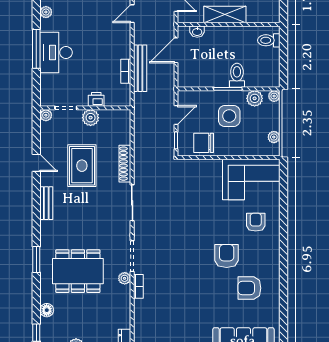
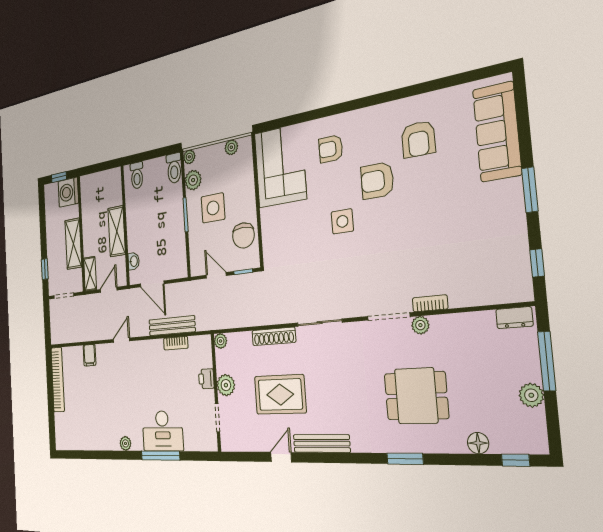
door: (132, 14) -> (122, 340), swing flipped
toilet: (237, 75) -> (174, 168), moved, turned -90
plant: (46, 115) -> (221, 341), moved
bench: (46, 203) -> (321, 444), width x1.36
side table: (202, 227) -> (342, 221), added
dining table: (78, 271) -> (416, 396), width x0.73

